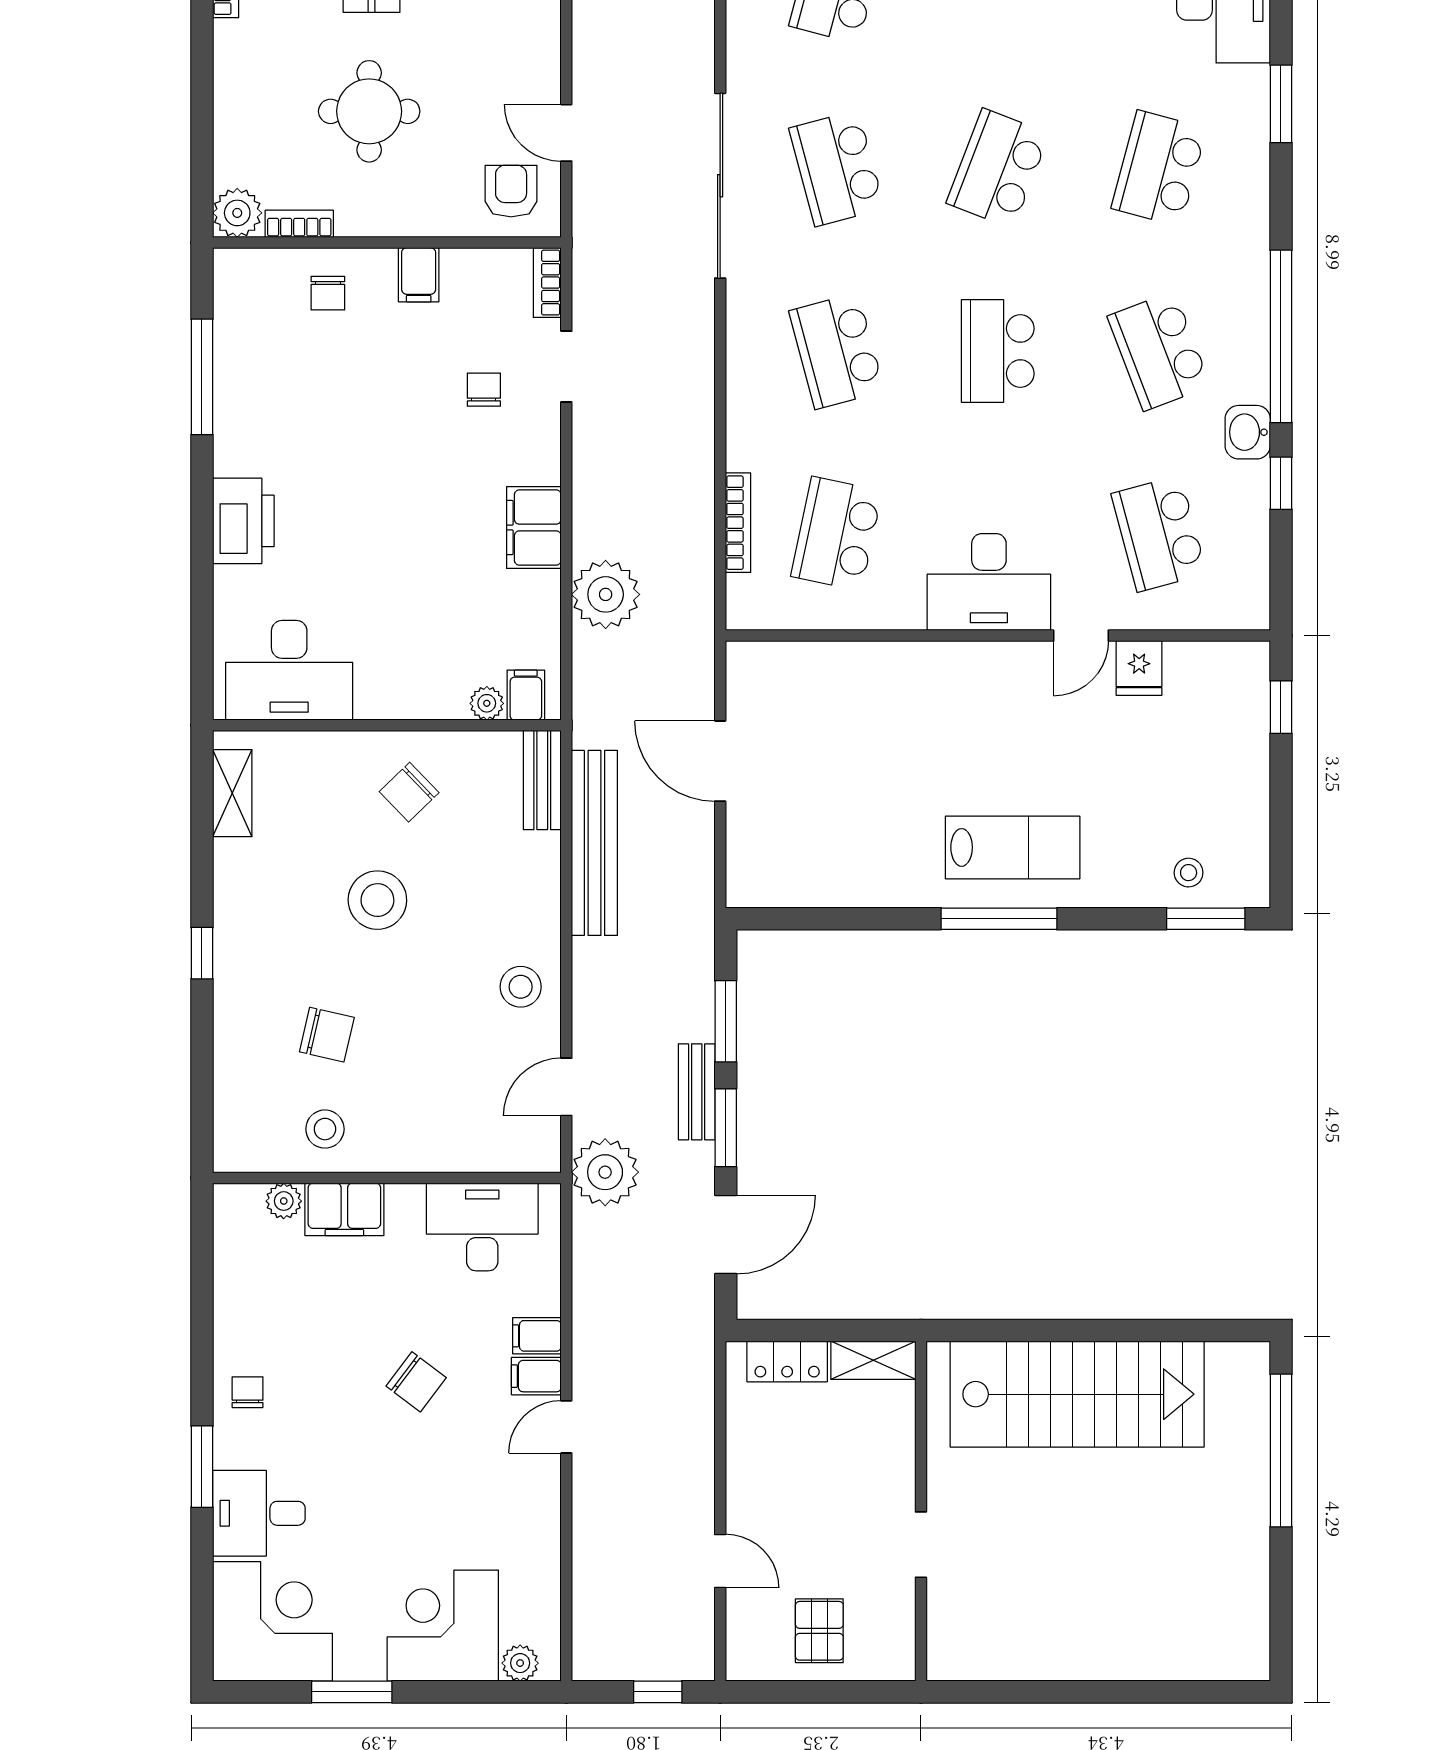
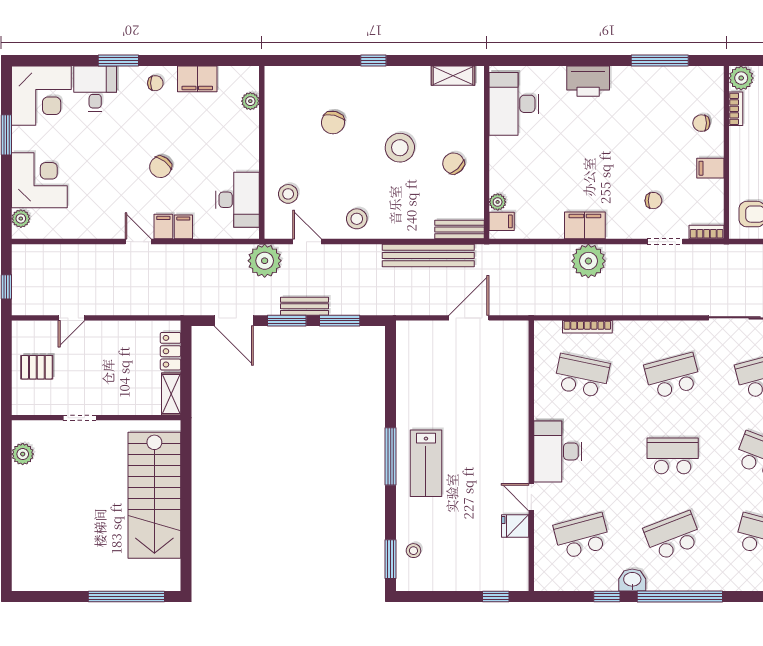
plant: (606, 594) -> (588, 261), moved
stool: (325, 1129) -> (288, 194), moved
filing cabinet: (344, 1209) -> (197, 79), moved, turned -90
plant: (994, 1659) -> (23, 454), added

